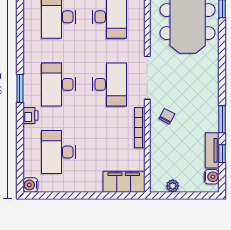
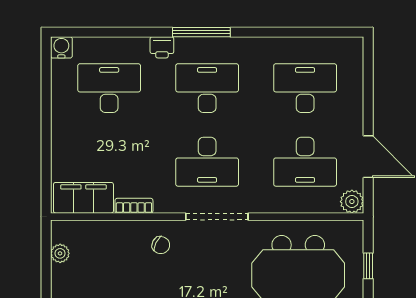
window: (20, 88) -> (201, 32), width x1.44
bookcase: (140, 128) -> (134, 206), width x0.64
filing cabinet: (124, 182) -> (83, 198), moved, turned -90

